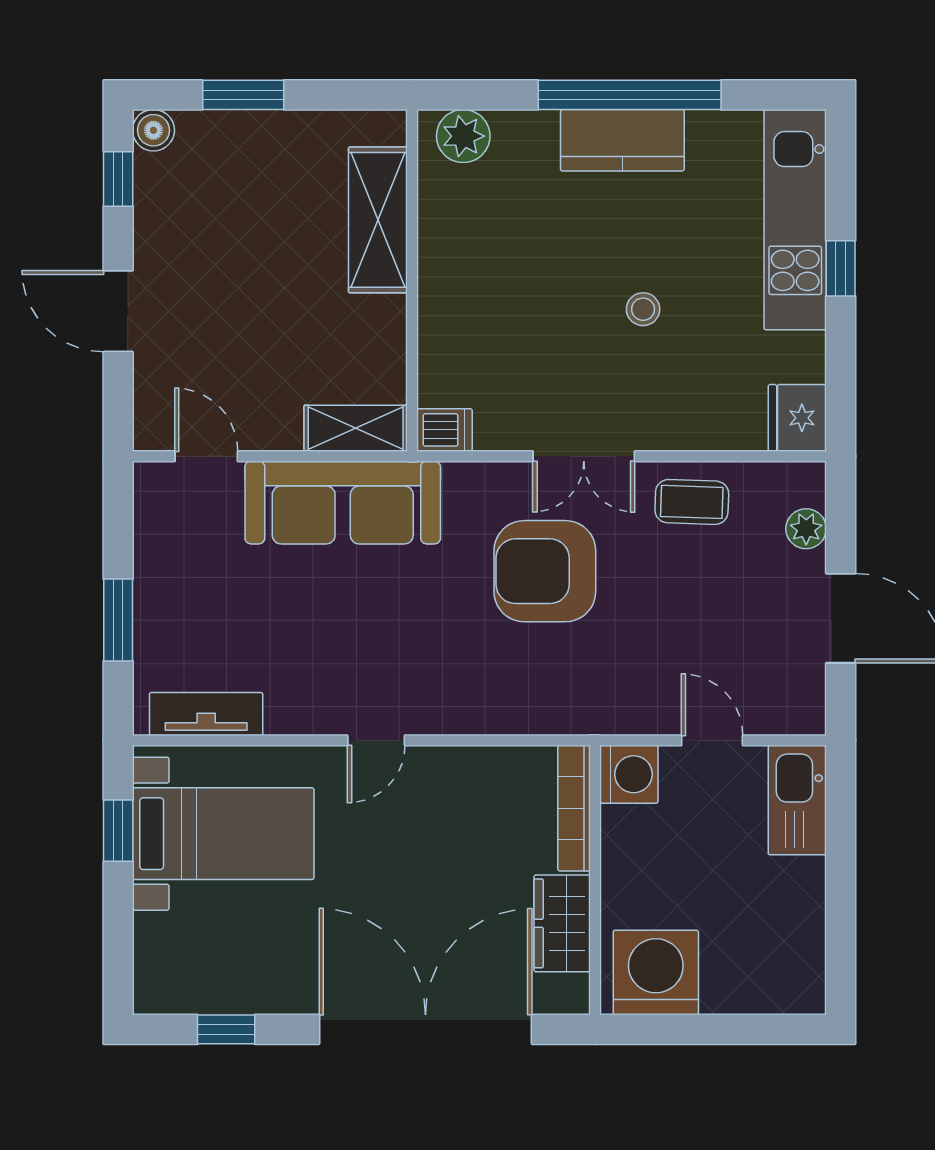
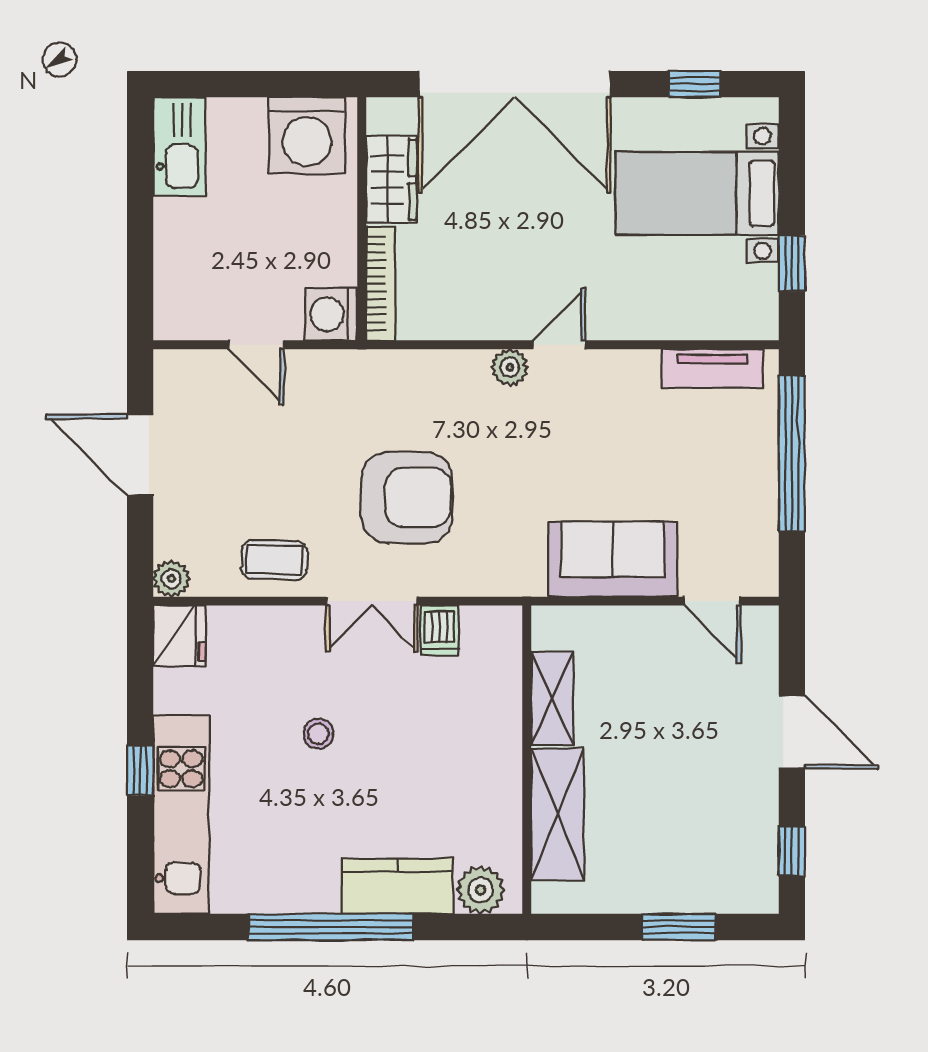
boiler: (153, 130) -> (760, 895), removed
kitchen counter: (622, 140) -> (397, 886), moved
shelving: (356, 428) -> (552, 698), moved, turned 90
dishwasher: (444, 430) -> (439, 630), moved, turned -90
double door: (584, 456) -> (372, 601), swing flipped
sofa: (343, 503) -> (613, 559), width x0.73
plant: (806, 529) -> (171, 579), moved
window: (118, 620) -> (792, 453), width x2.11
plant: (431, 715) -> (510, 367), added
kitchen sink: (797, 800) -> (179, 147), moved
bed with nightstands: (223, 834) -> (697, 193), moved

